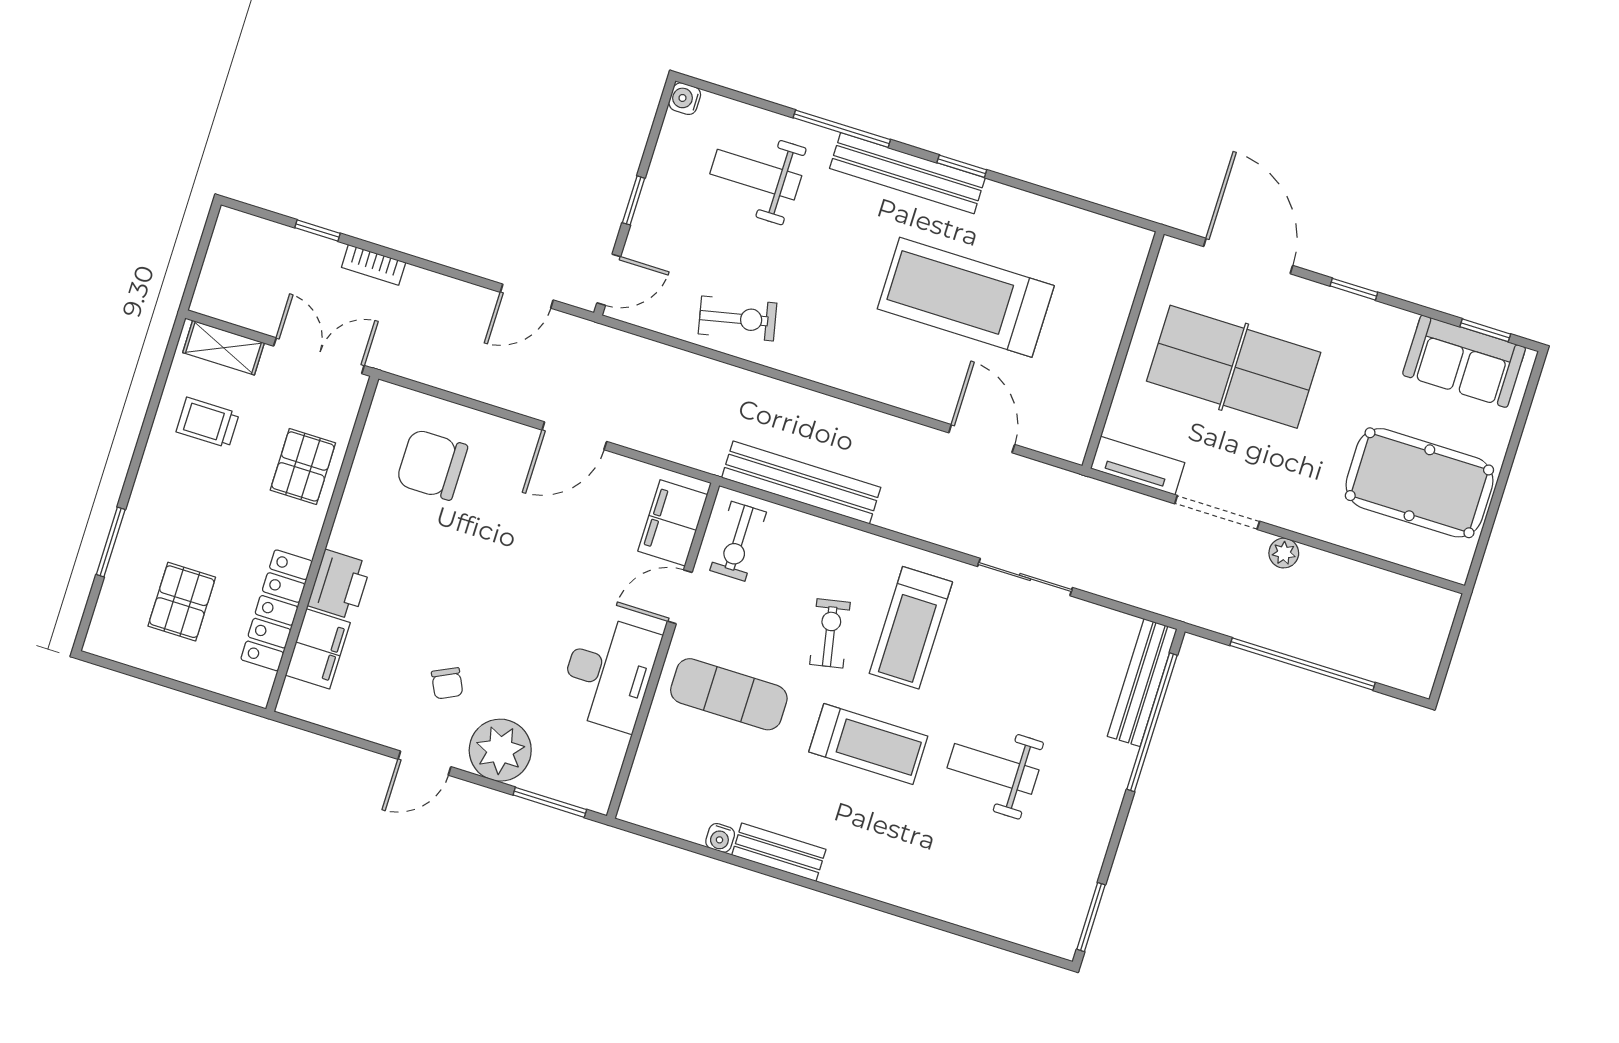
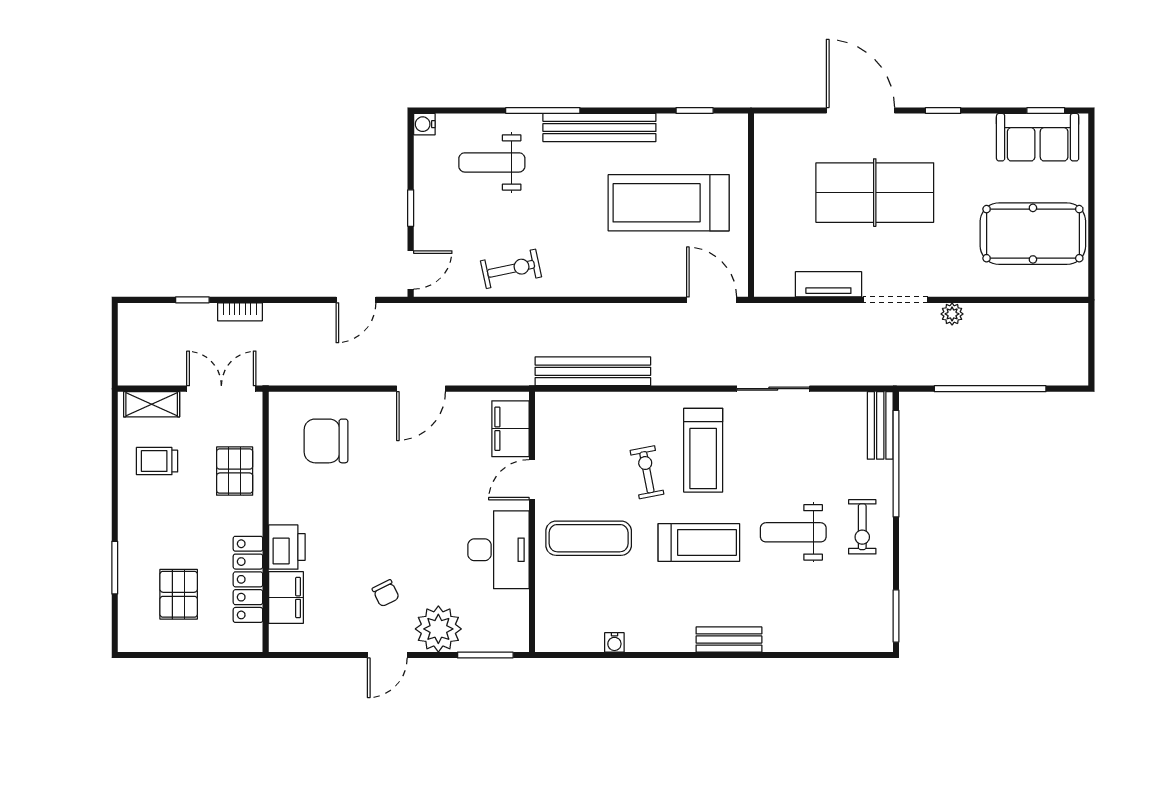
window: (962, 166) -> (695, 110), moved
wall: (1123, 350) -> (751, 205), moved
exercise bike: (738, 541) -> (862, 527), moved
bench: (1142, 683) -> (880, 425), width x0.73
bench: (779, 852) -> (729, 639), moved

